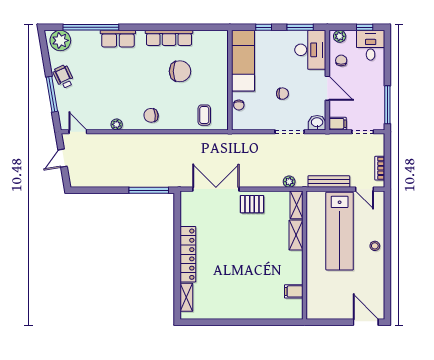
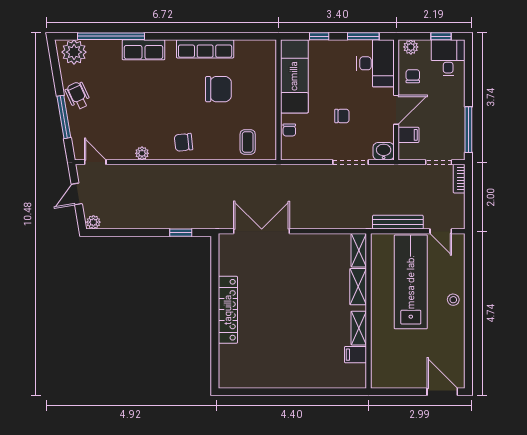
door: (327, 88) -> (396, 110), hinge flipped
filing cabinet: (338, 124) -> (409, 135), moved
bookcase: (380, 168) -> (459, 179), moved
plant: (289, 182) -> (93, 222), moved
window: (149, 190) -> (181, 233), width x0.46
pallet: (252, 204) -> (305, 249), removed
lab bench: (340, 231) -> (411, 282), turned 180
shelving: (186, 297) -> (359, 328), moved

